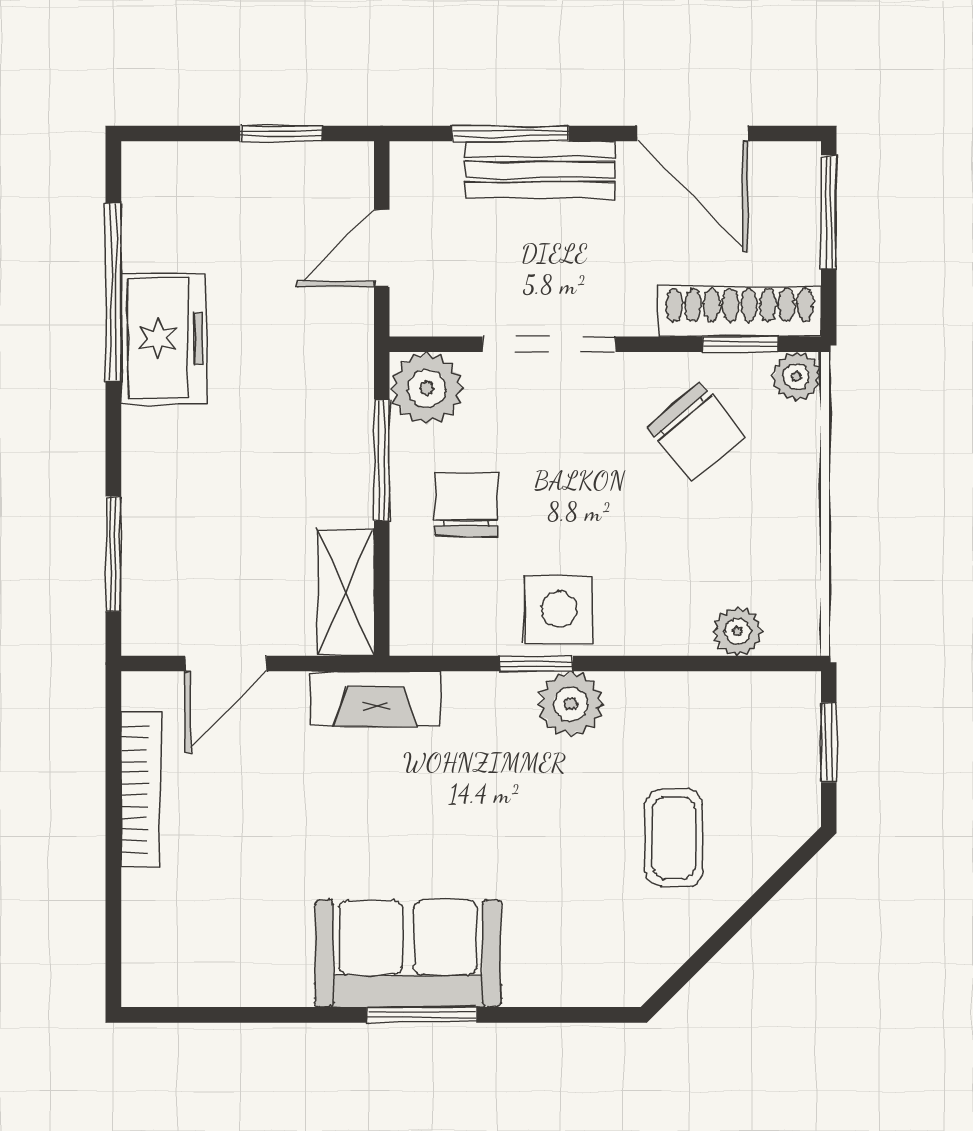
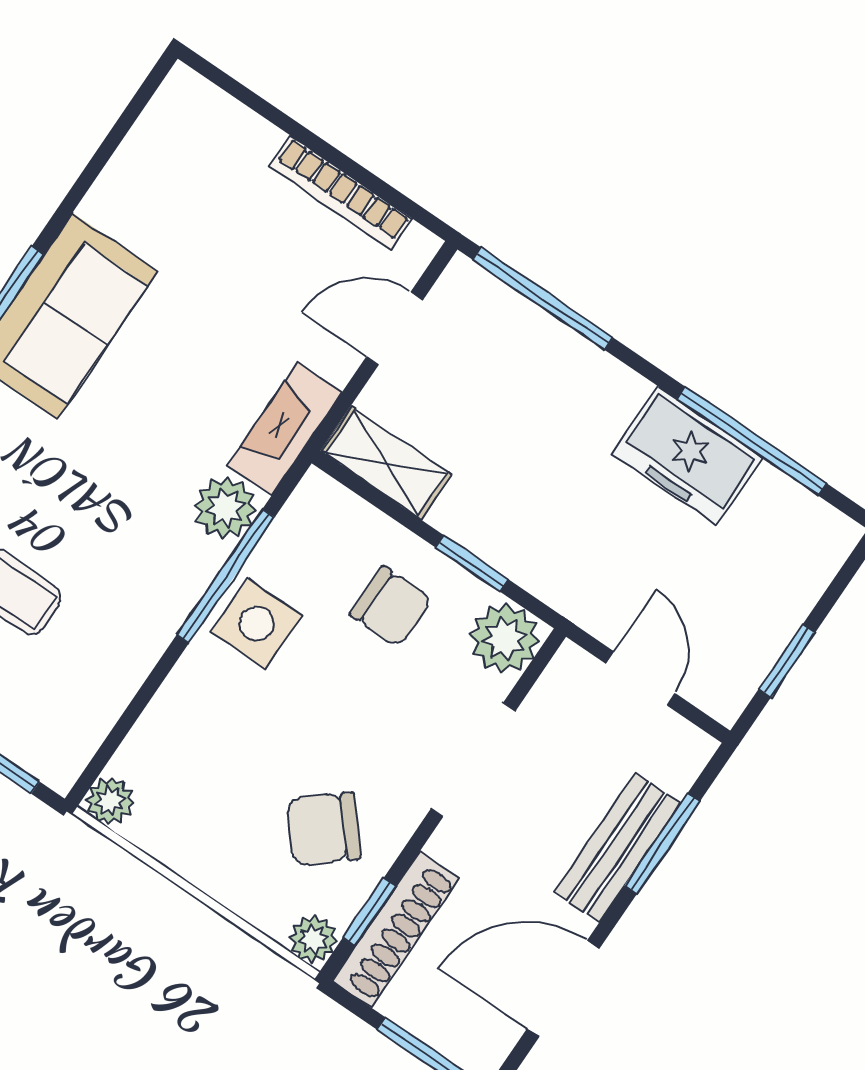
window: (382, 460) -> (472, 563), width x0.67
window: (113, 554) -> (543, 299), width x1.44
plant: (737, 631) -> (110, 801), moved
door: (226, 664) -> (395, 329), hinge flipped
window: (536, 664) -> (226, 576), width x2.17
plant: (571, 704) -> (225, 508), moved

